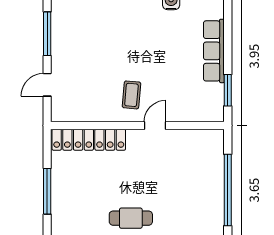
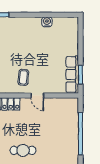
row of seats: (214, 51) -> (72, 75), moved
door: (155, 126) -> (37, 96), swing flipped

